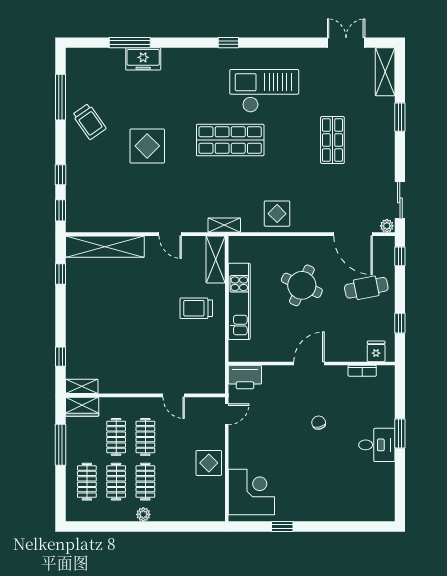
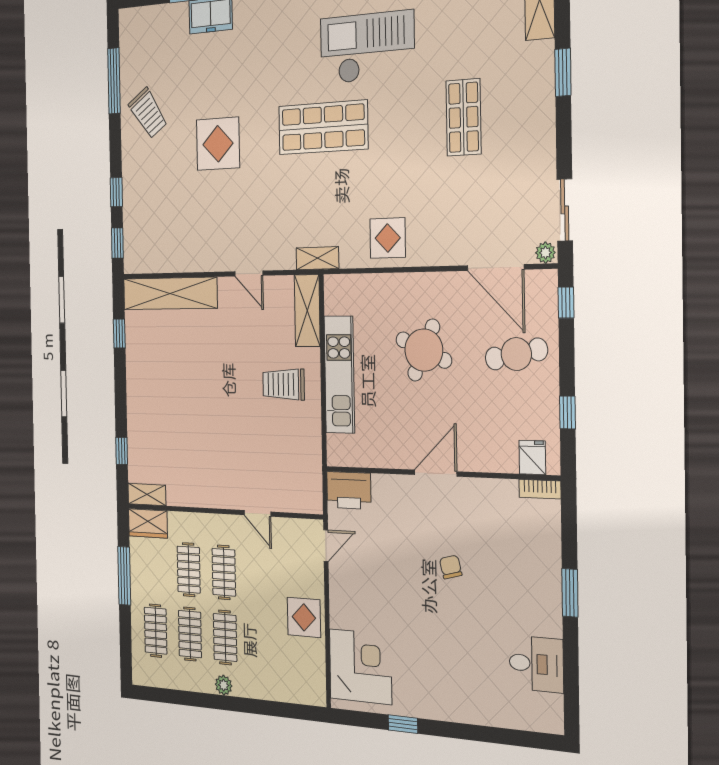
bookcase: (362, 371) -> (540, 489), moved
desk: (377, 445) -> (536, 664), moved

